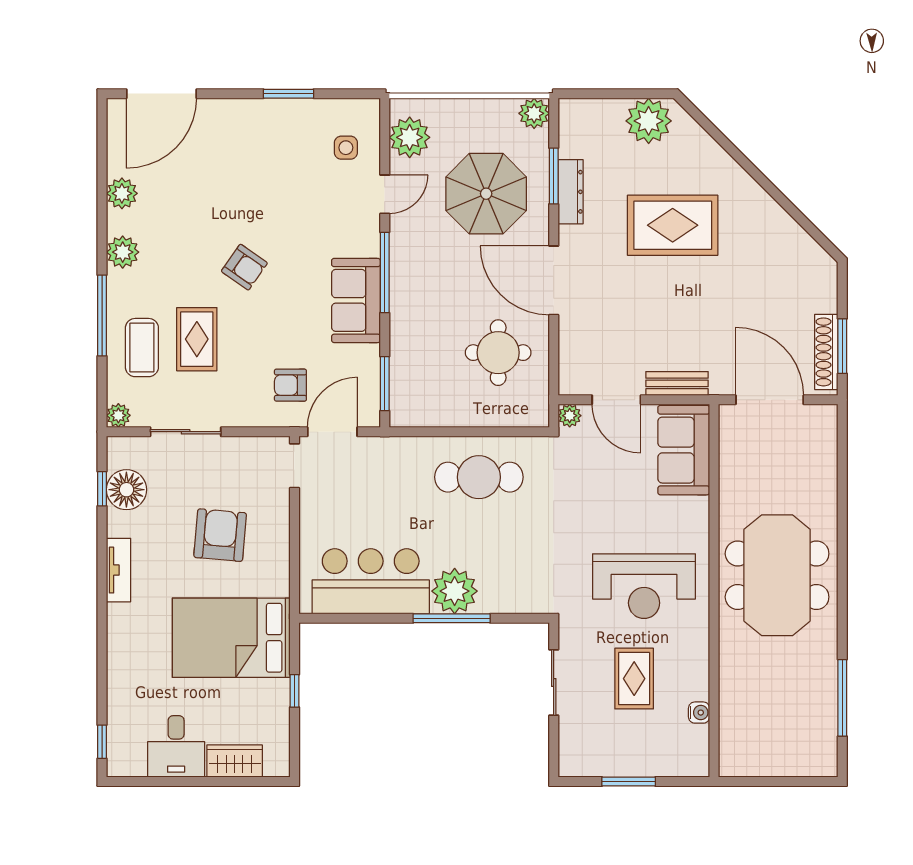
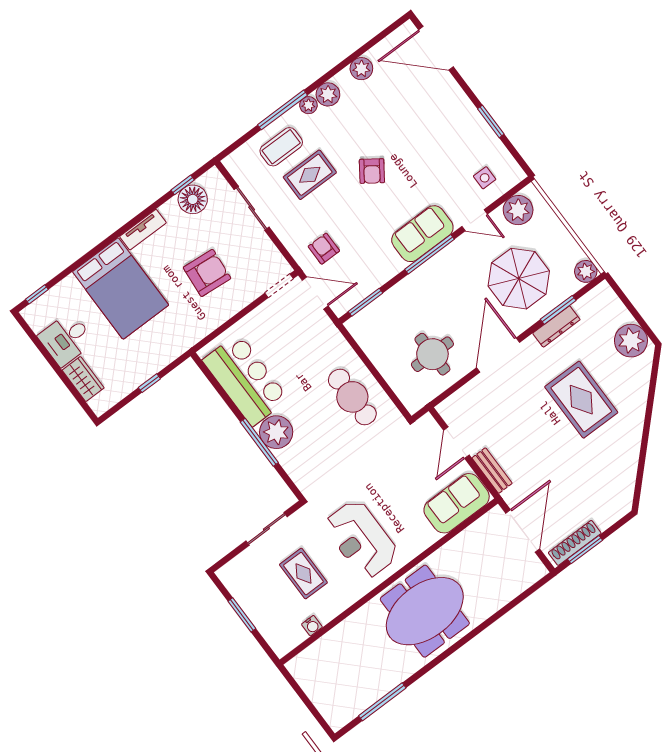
sofa: (356, 300) -> (422, 234), moved
plant: (118, 415) -> (308, 105), moved
plant: (570, 416) -> (427, 423), removed
bed: (231, 638) -> (121, 288), moved, turned 180
rug: (634, 679) -> (303, 574), turned 90

